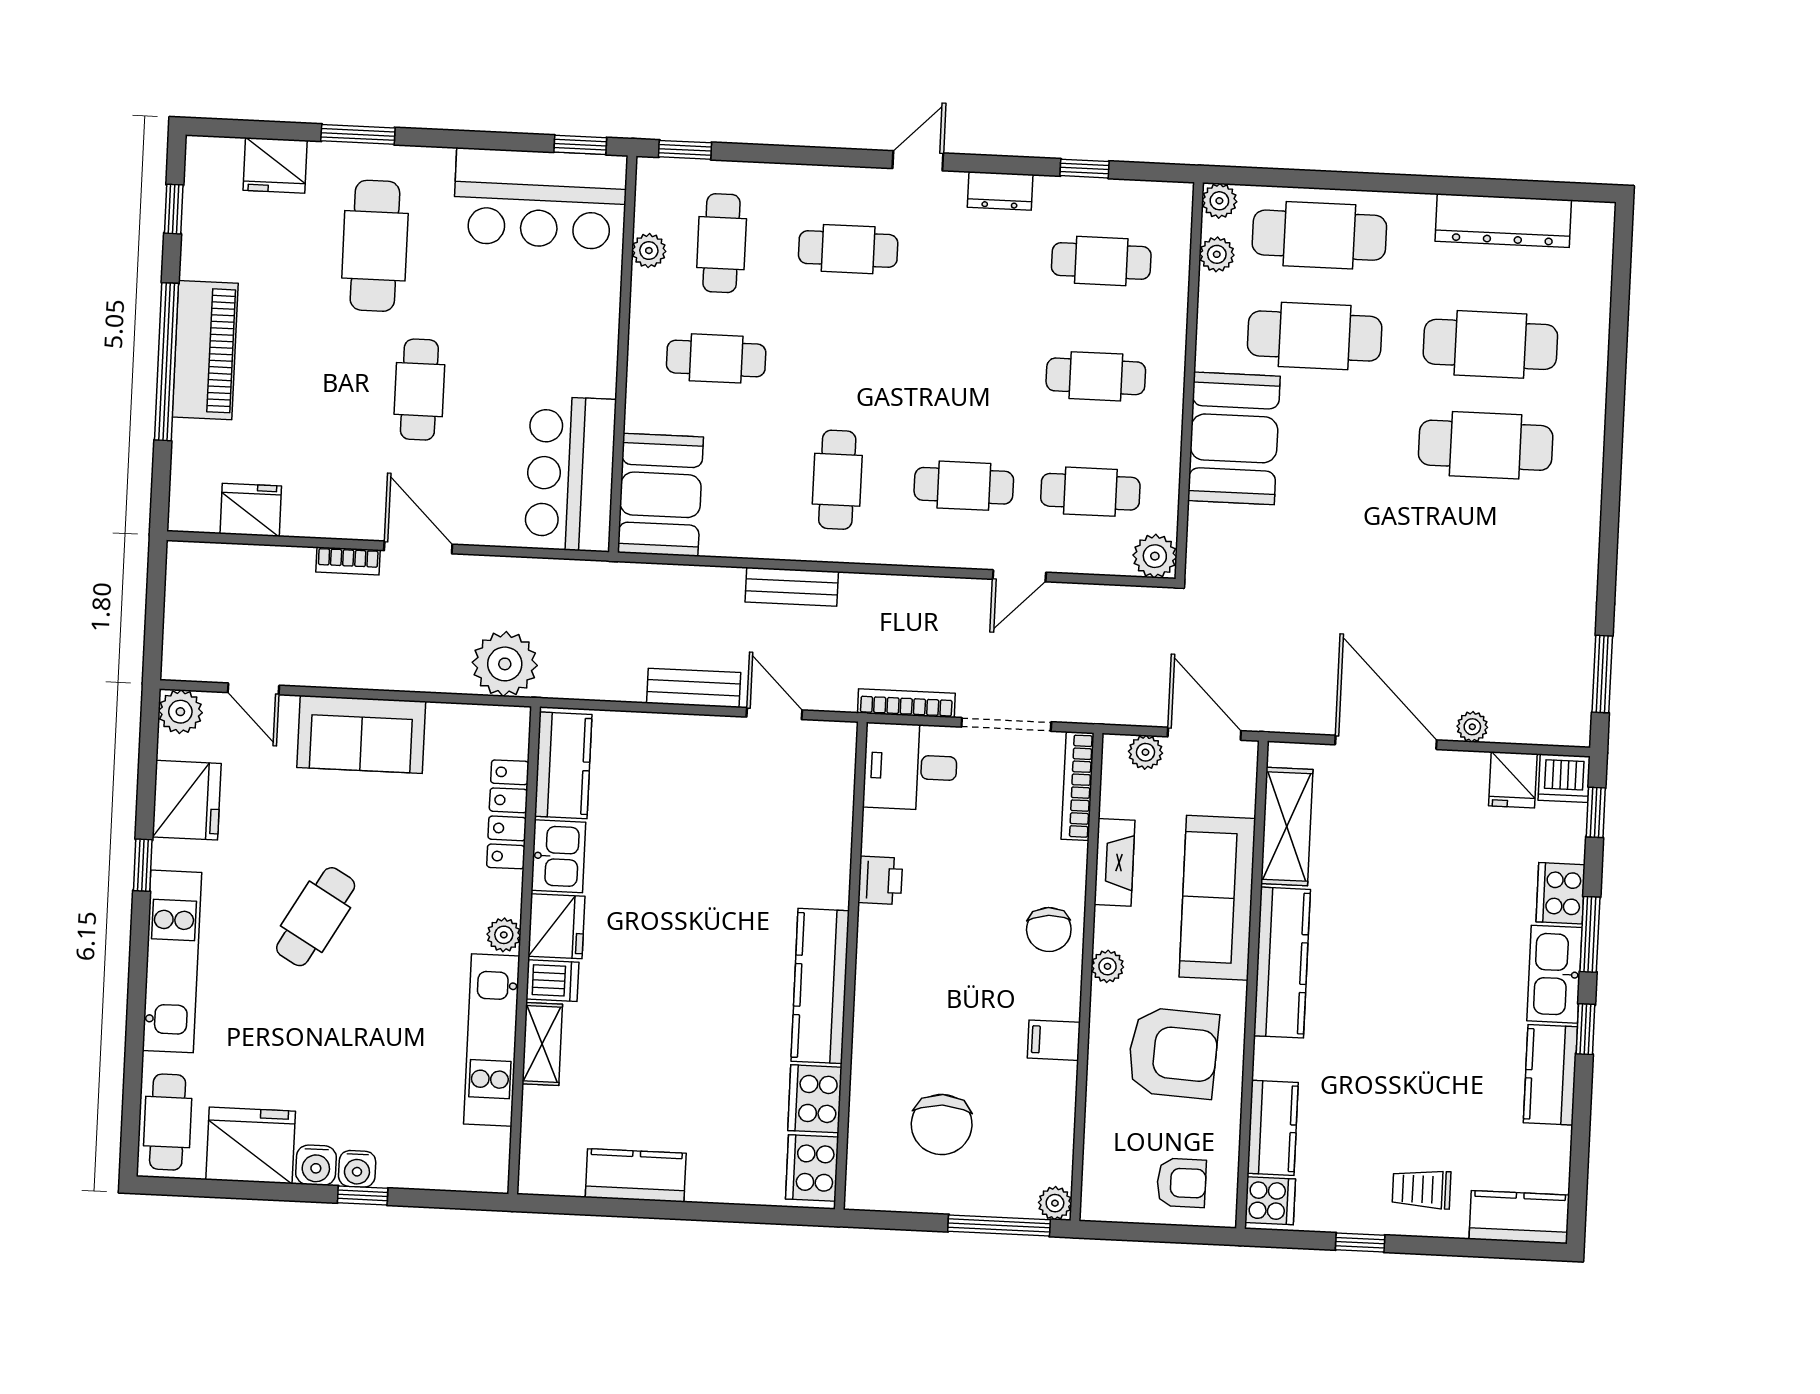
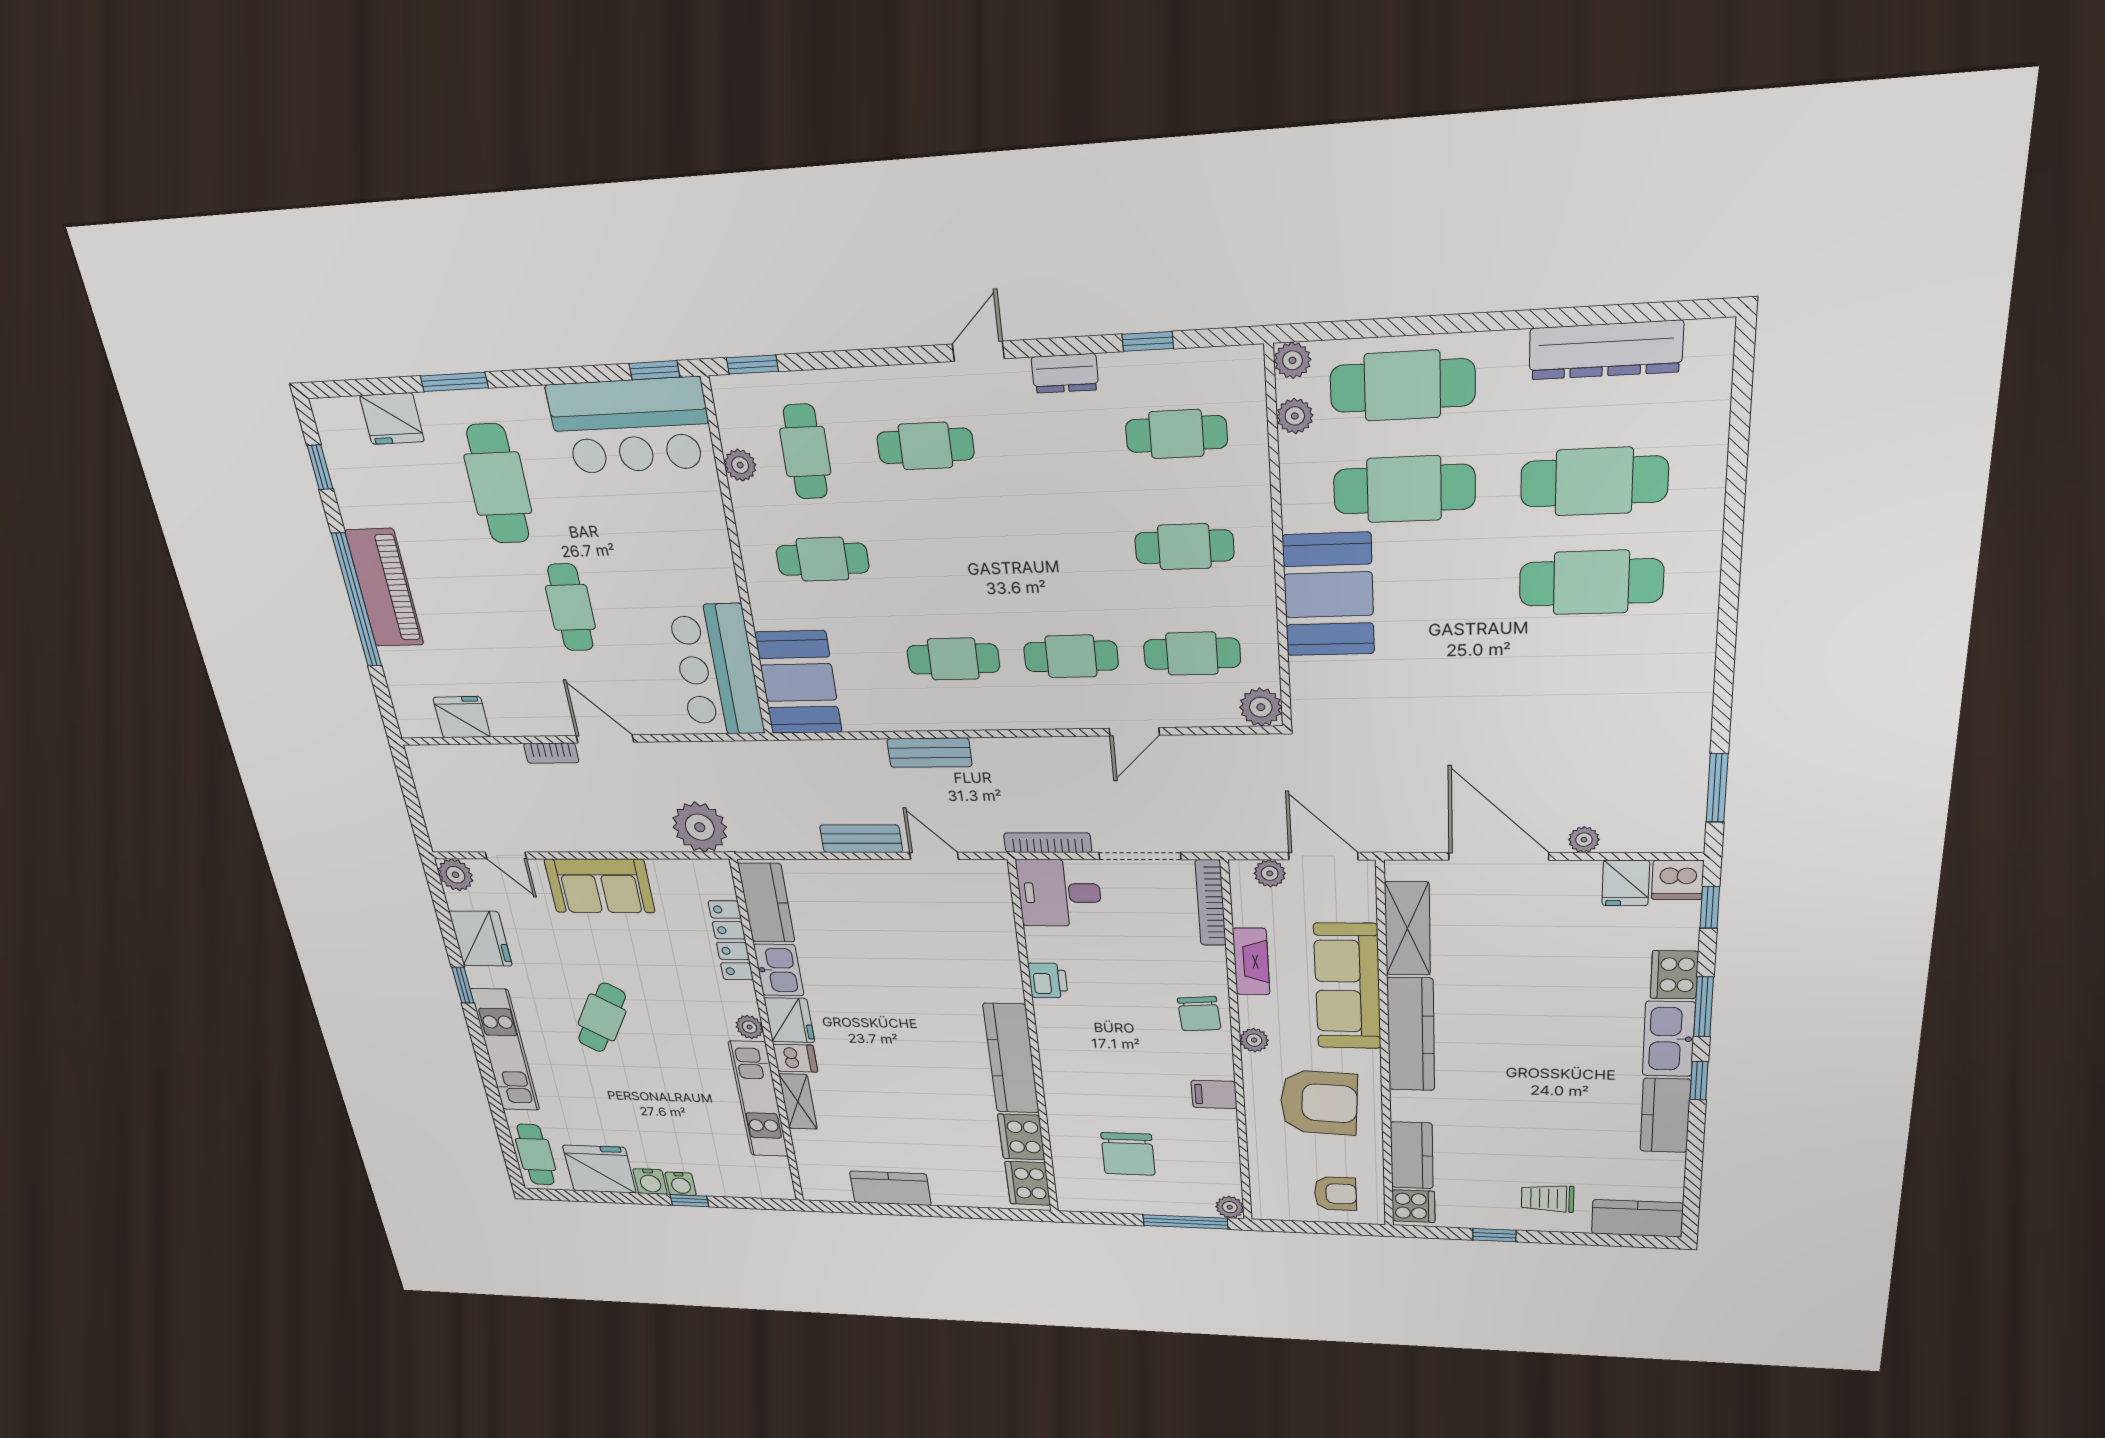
cafe table: (837, 480) -> (953, 659), turned 90

